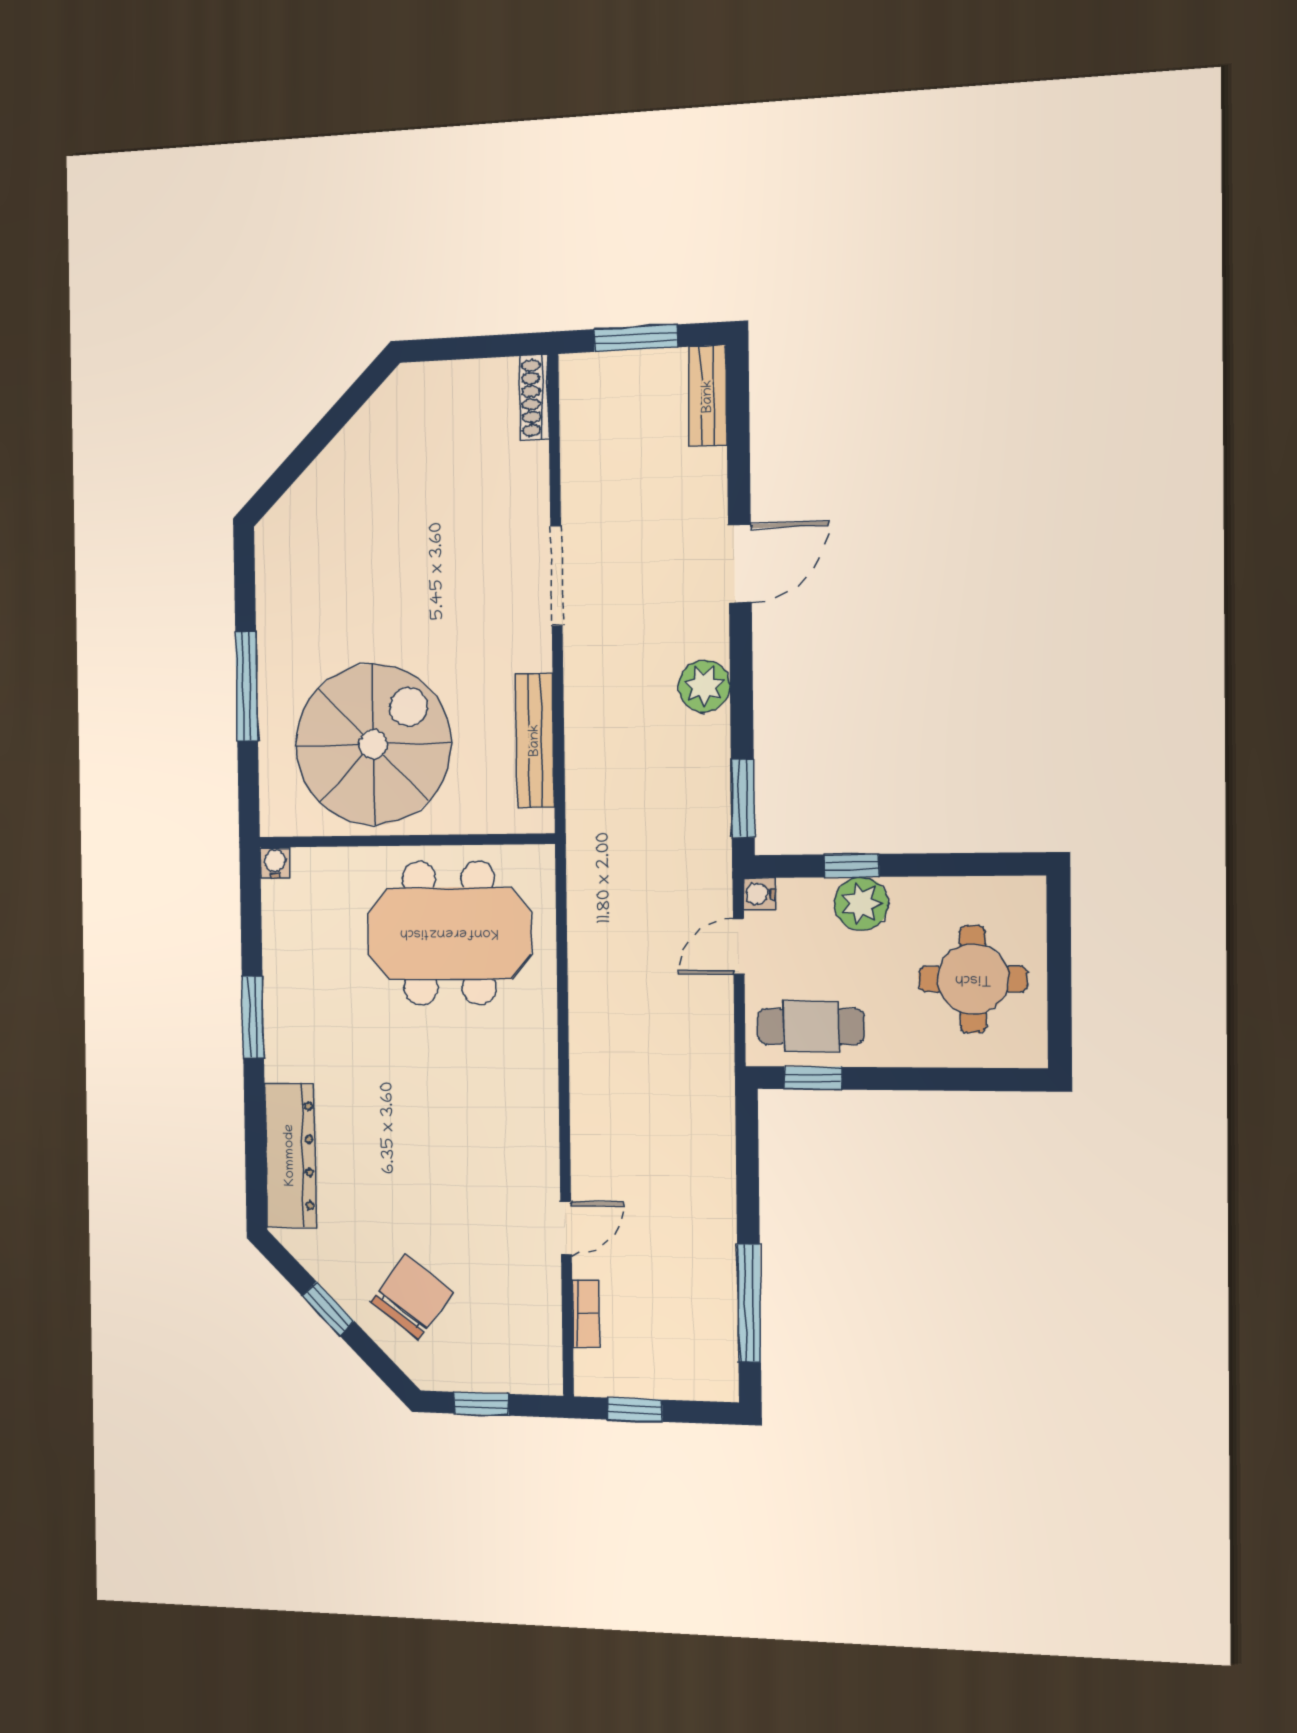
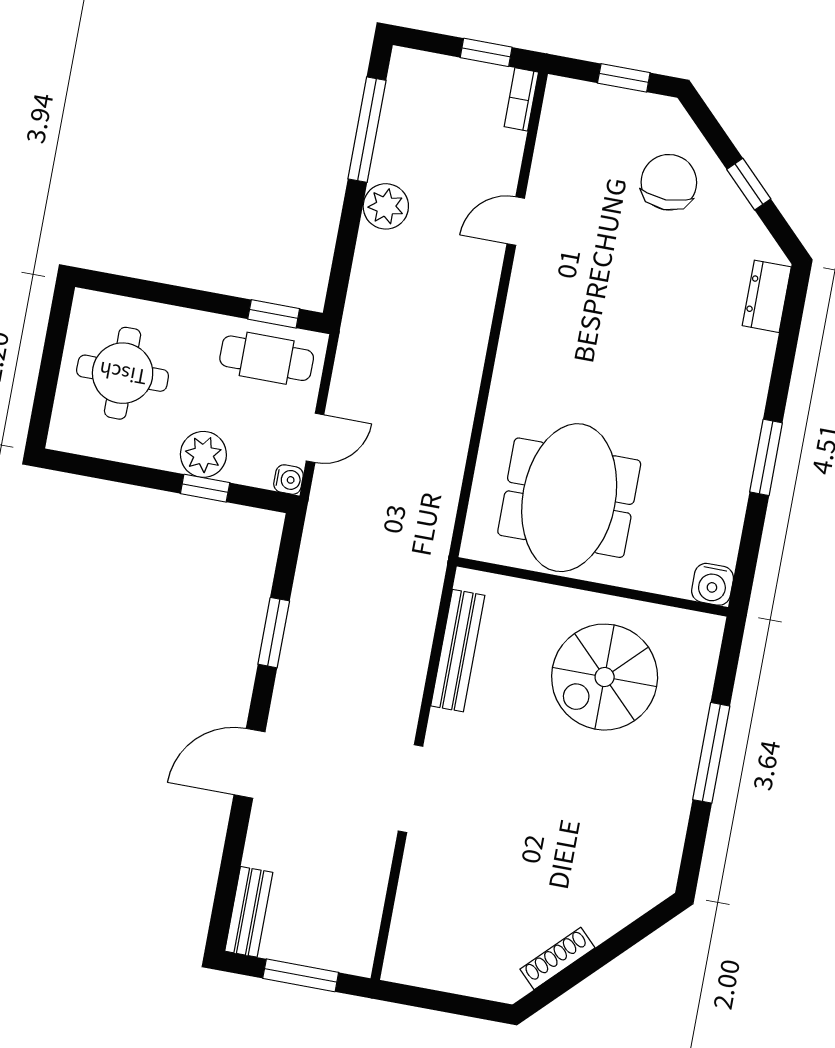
shoe rack: (534, 398) -> (557, 958), moved, turned -135
plant: (704, 686) -> (386, 206), moved
spiral stairs: (373, 745) -> (605, 677), width x0.73, depth x0.73
window: (743, 798) -> (274, 633), moved
water cooler: (275, 863) -> (713, 584), width x1.38, depth x1.38
meeting table: (449, 933) -> (569, 498), turned 90
dresser: (290, 1155) -> (767, 296), width x0.51, depth x0.80
chair: (412, 1297) -> (669, 182), turned 143
bookcase: (586, 1314) -> (521, 99), moved

